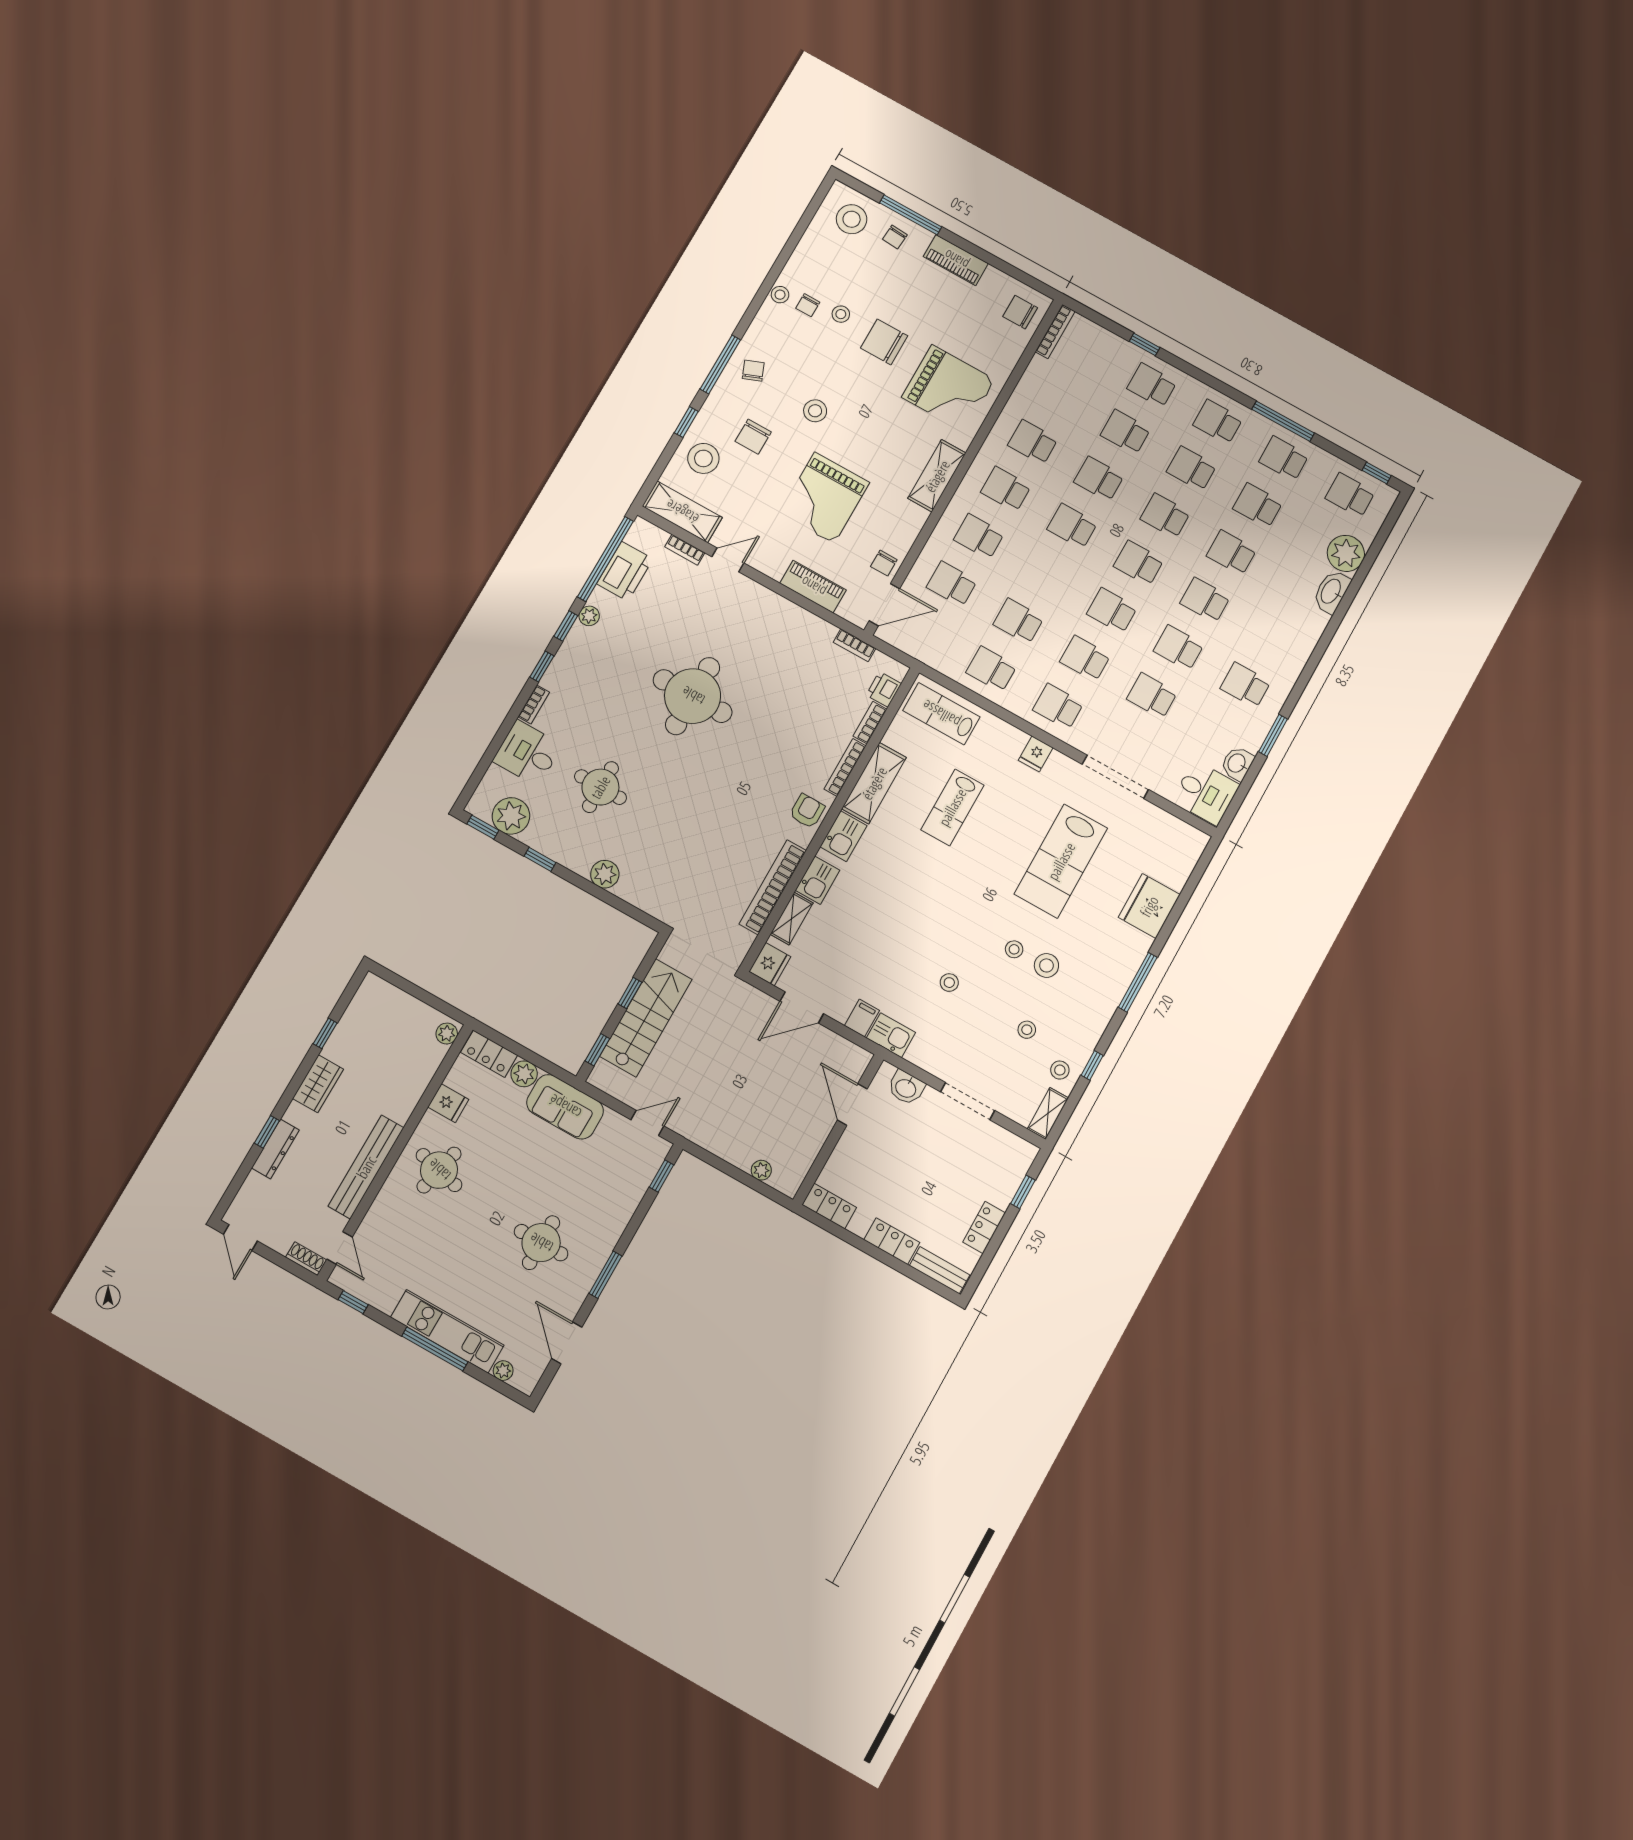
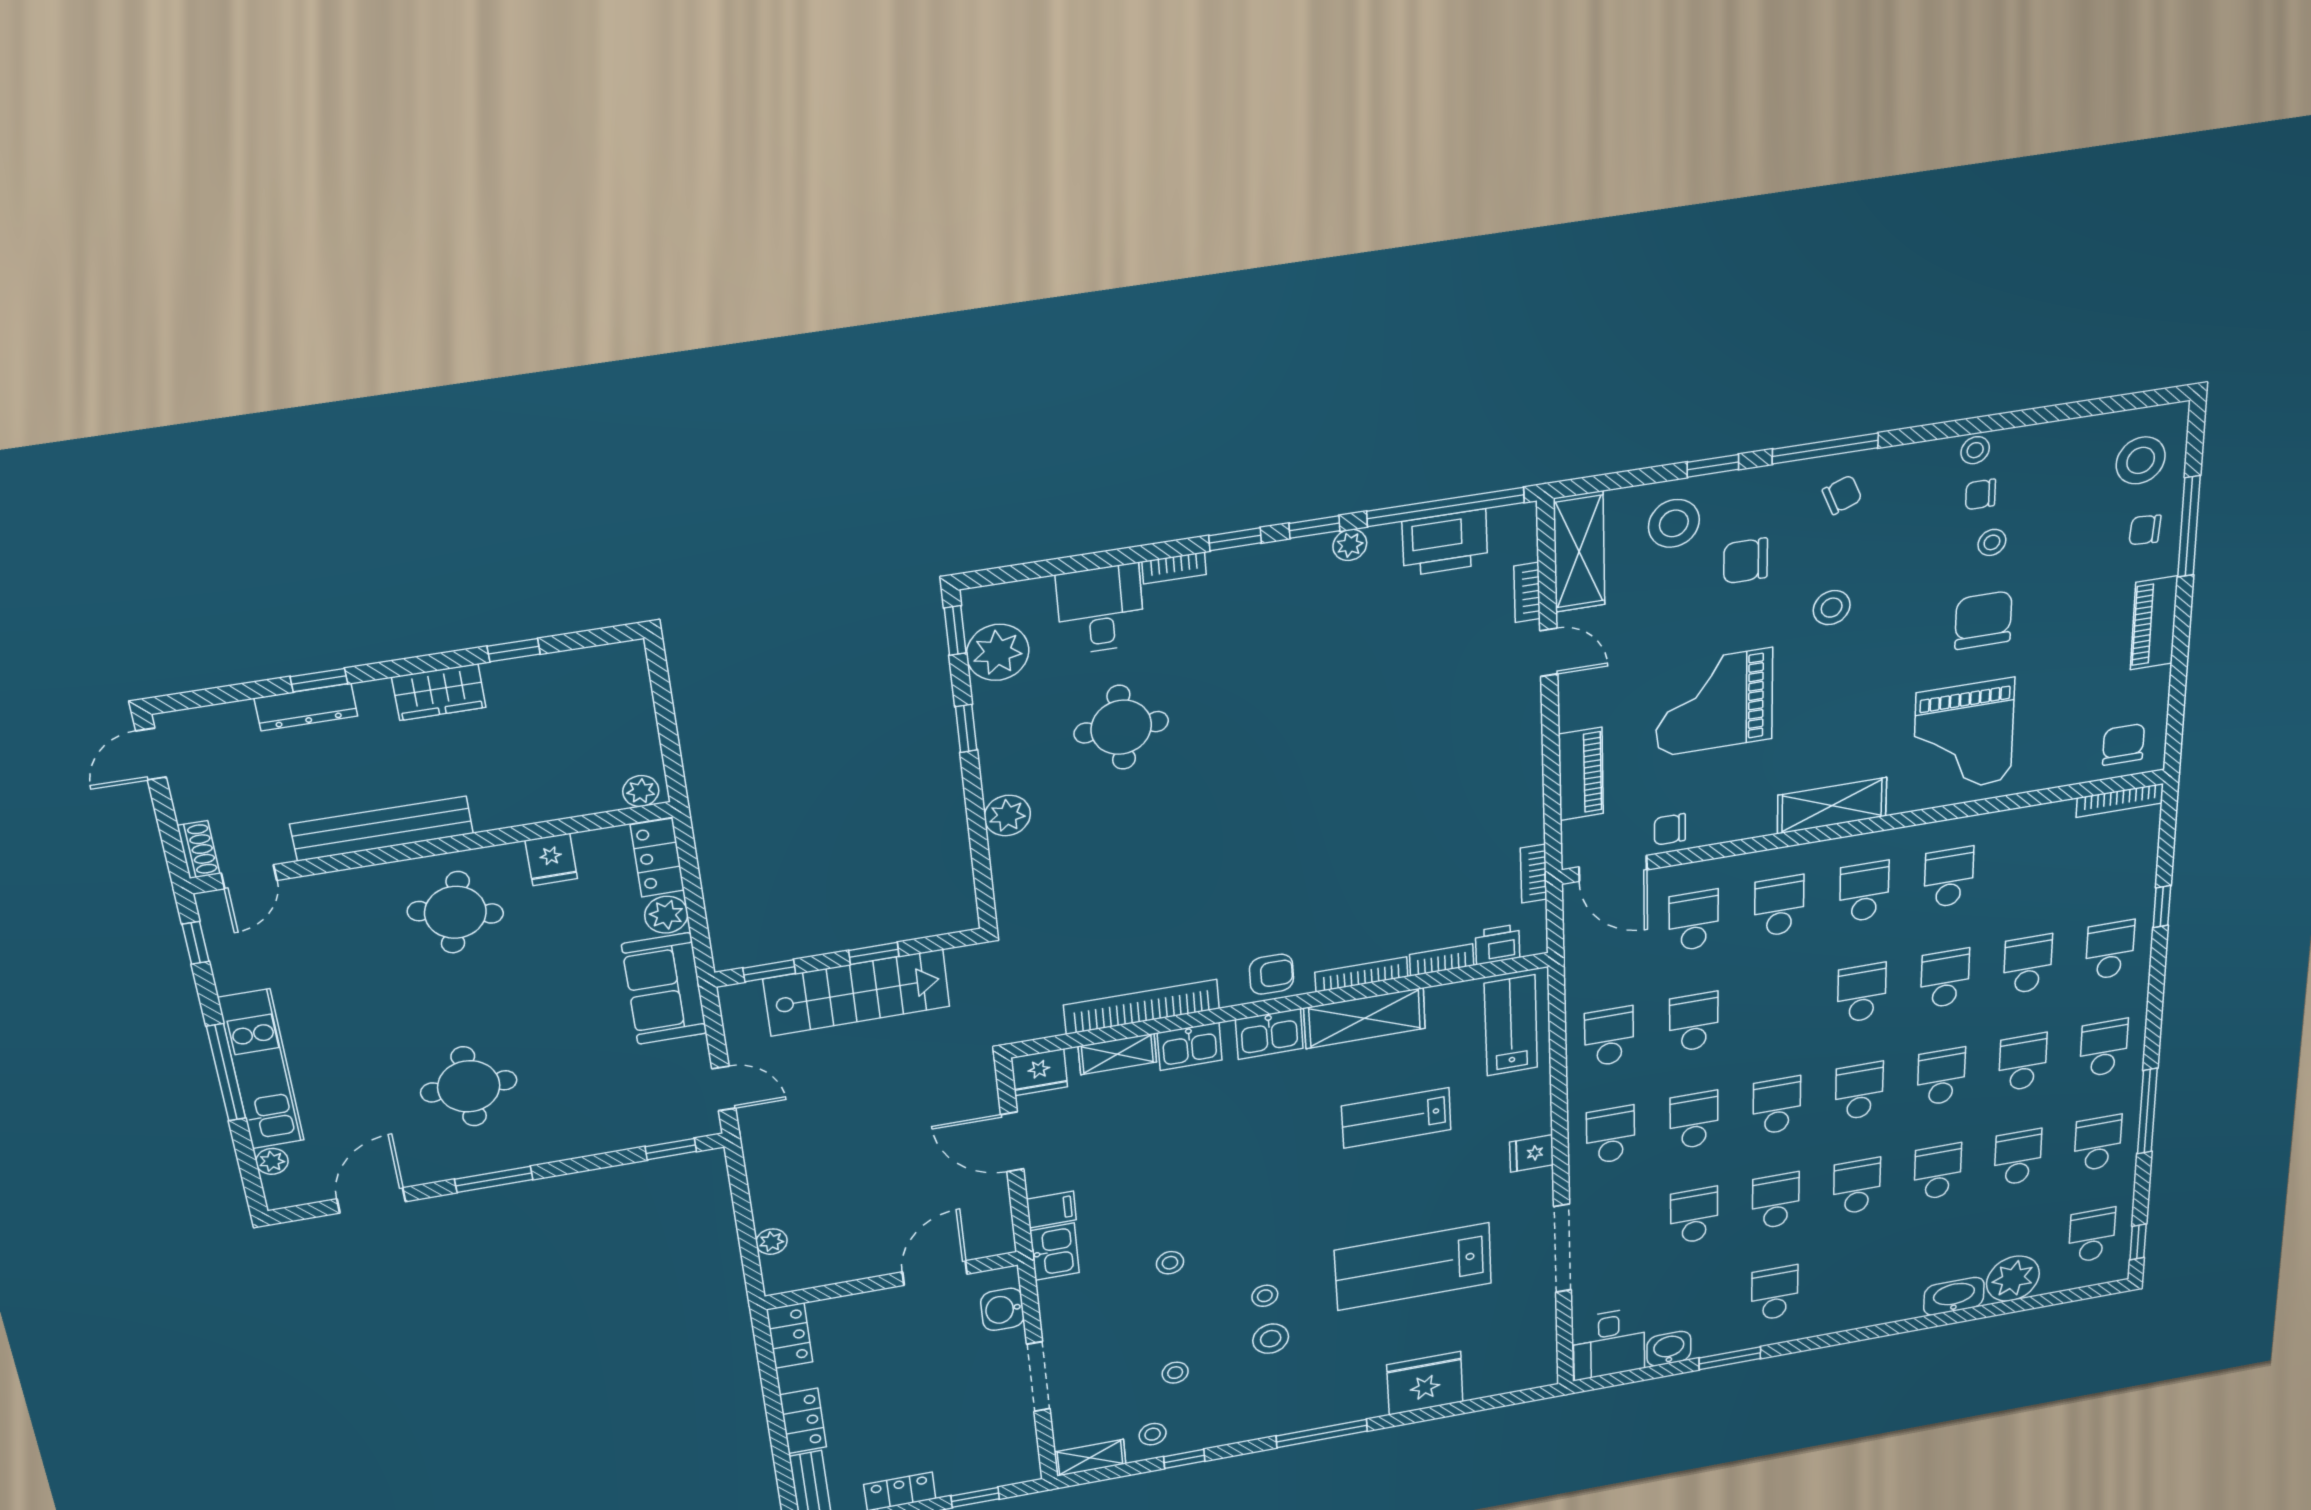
round table: (693, 696) -> (1329, 744), removed

